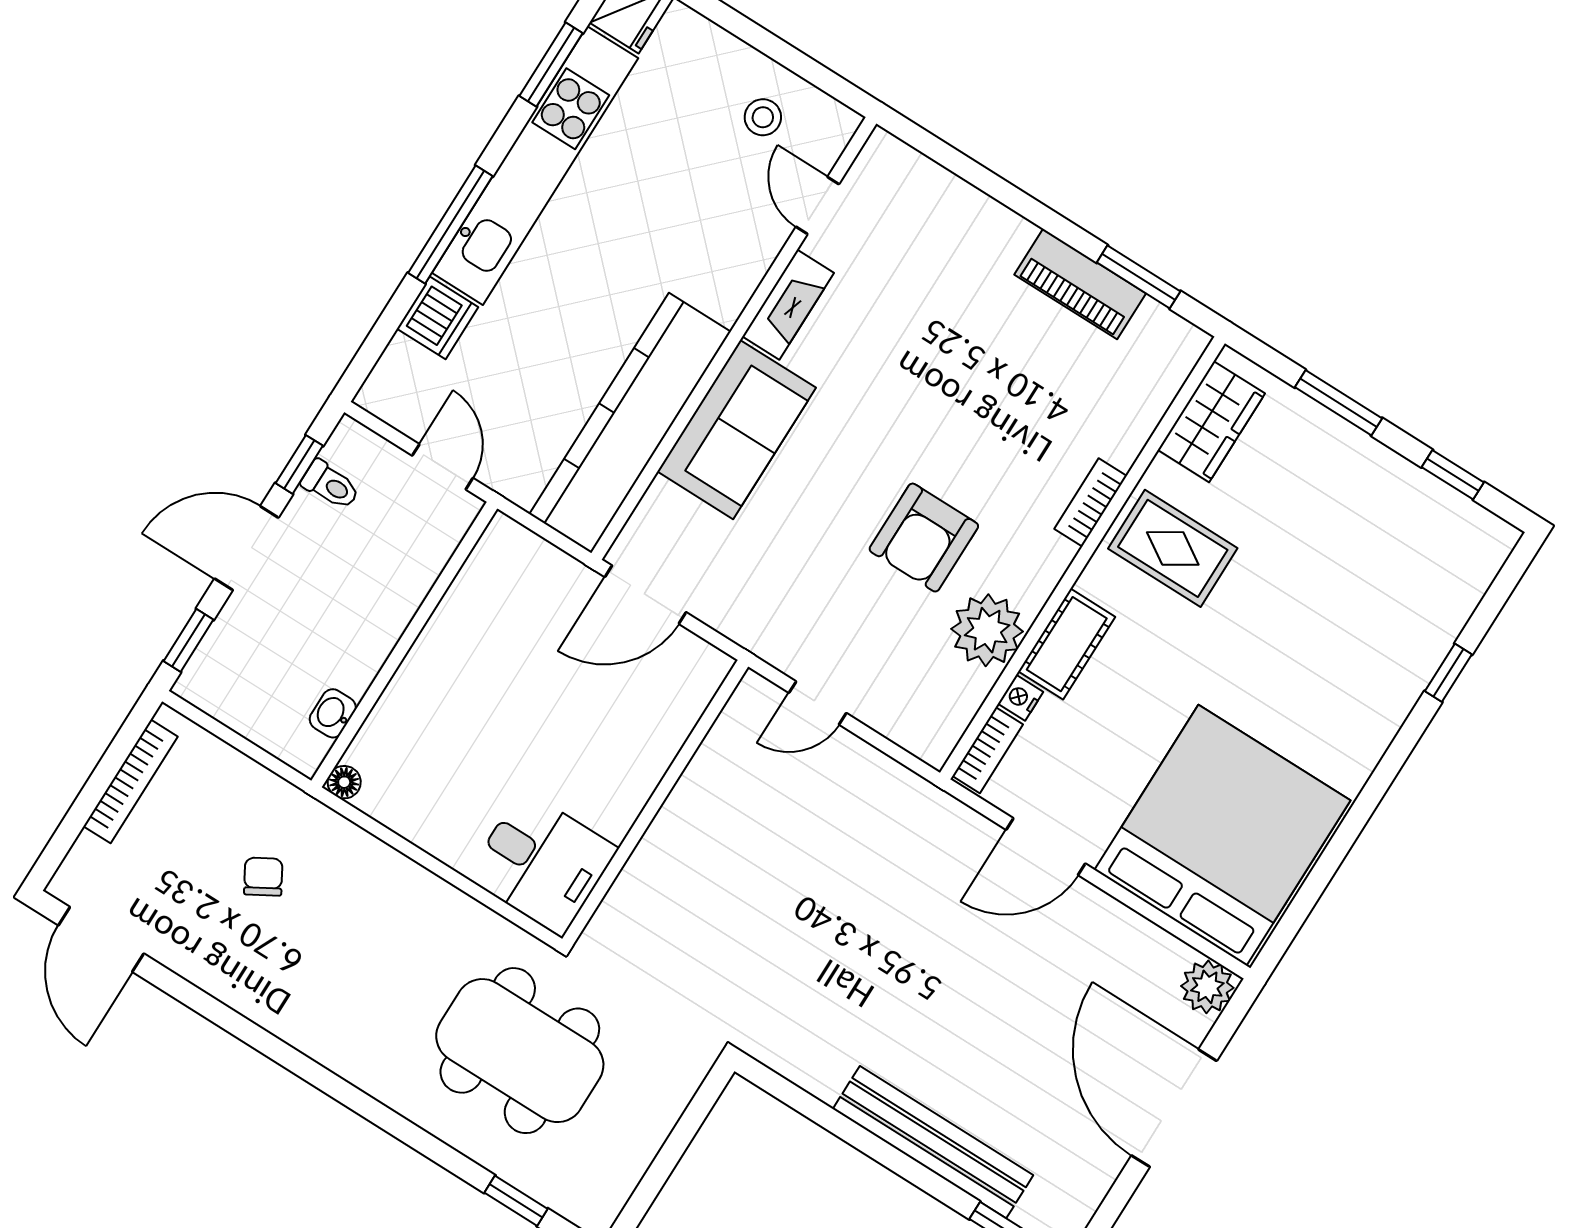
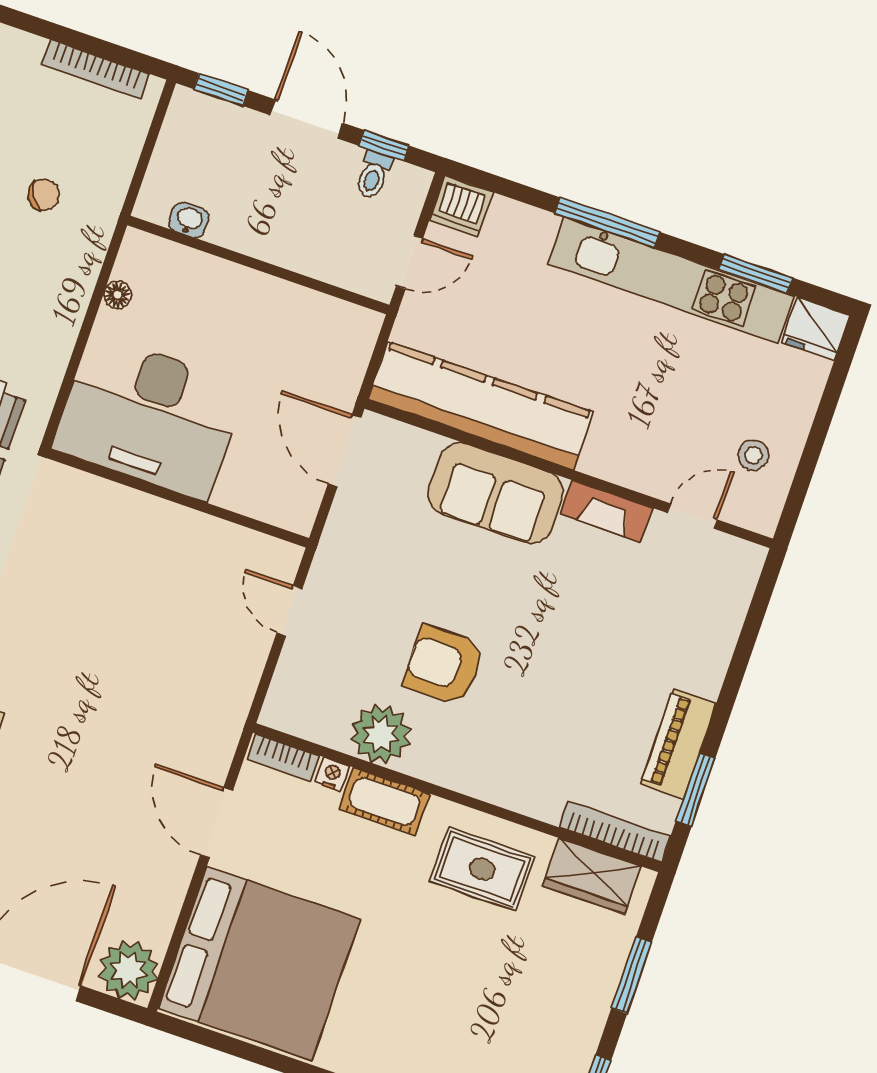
dishwasher: (438, 318) -> (461, 206), moved
bookcase: (1090, 502) -> (615, 832), moved, width x1.56
rug: (1173, 548) -> (482, 869), turned 90
floor lamp: (344, 782) -> (117, 295), moved
desk: (542, 863) -> (149, 417), width x1.87, depth x1.30
plant: (1207, 987) -> (129, 970), width x1.36, depth x1.36

